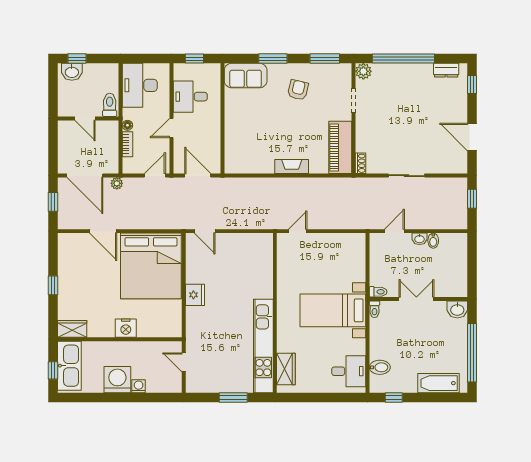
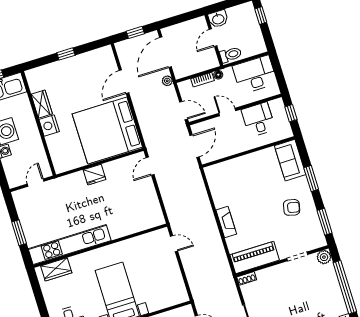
washbasin: (72, 72) -> (218, 19), moved, turned -90
wardrobe: (72, 329) -> (42, 104), moved

